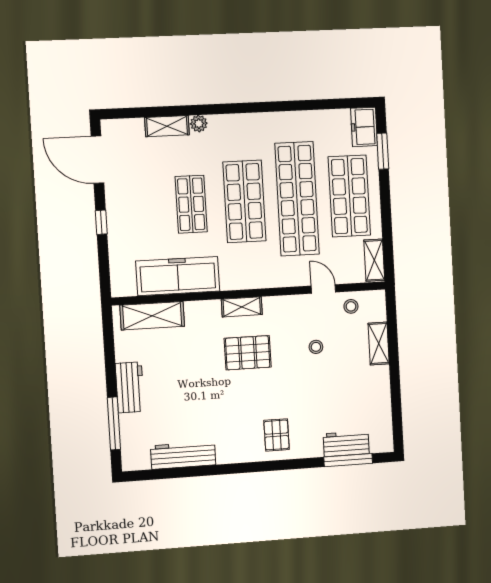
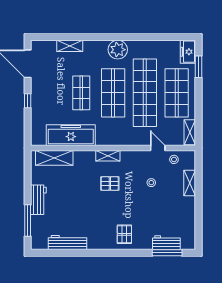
plant: (199, 124) -> (118, 50), moved, width x1.87, depth x1.87
pallet: (248, 353) -> (110, 184), width x0.67, depth x0.71

